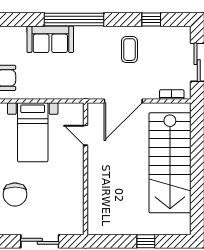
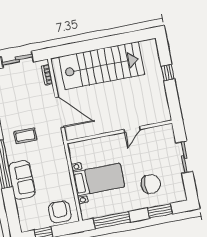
coffee table: (129, 50) -> (25, 136), moved
door: (85, 135) -> (132, 129), moved

